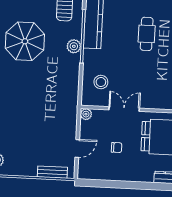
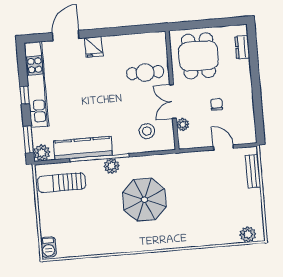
cafe table: (147, 34) -> (145, 73), moved
parasol: (25, 41) -> (144, 200), moved
plant: (86, 114) -> (183, 125), moved

